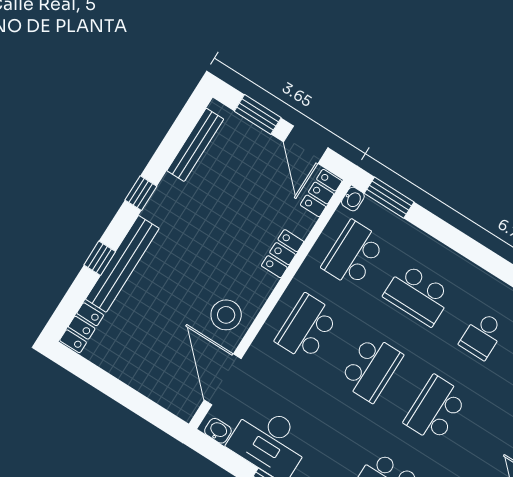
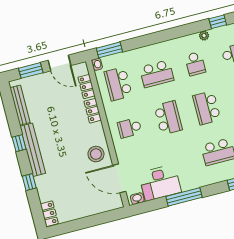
locker: (321, 193) -> (87, 86), moved
bench: (122, 264) -> (33, 150), moved
school desk: (307, 328) -> (130, 128), width x0.54

